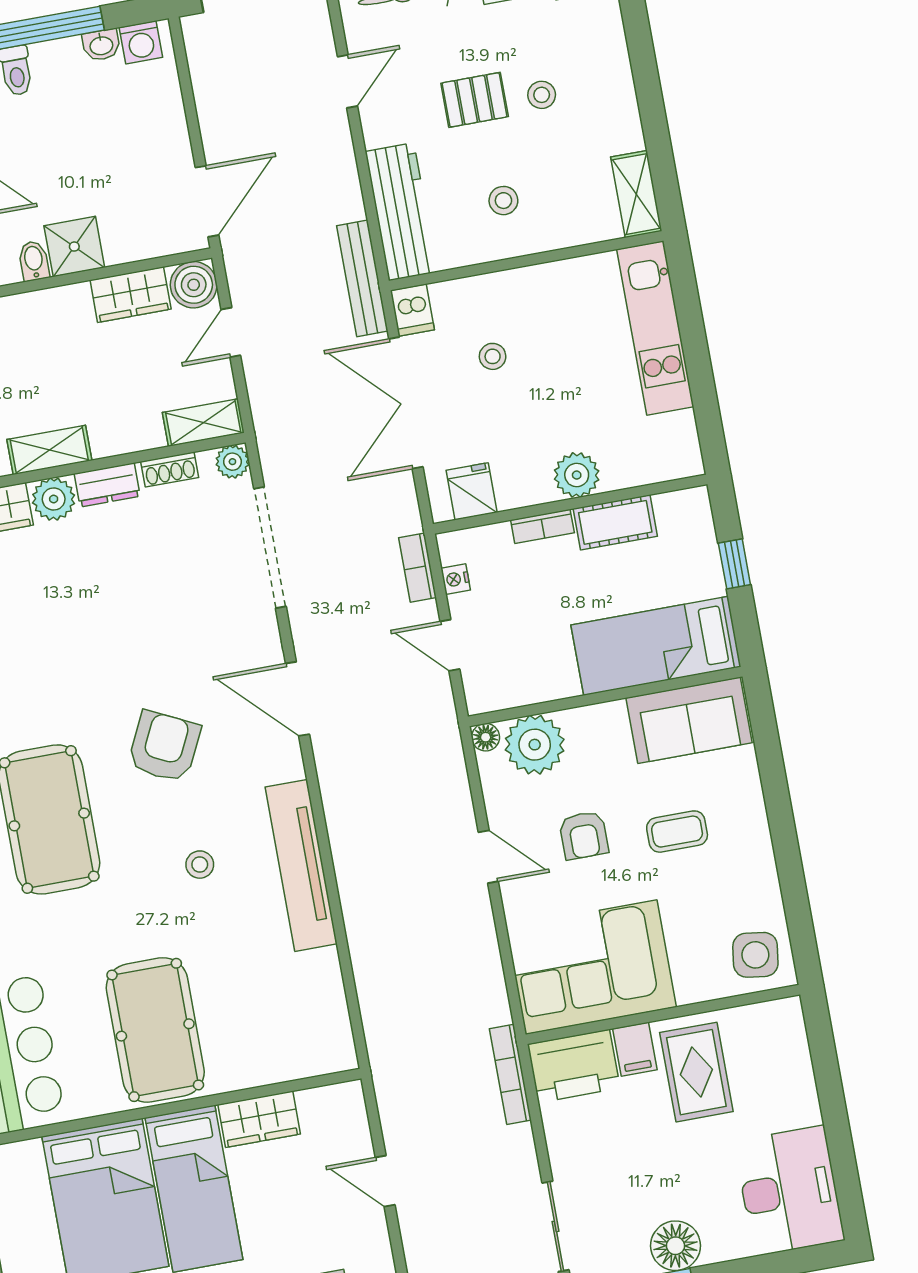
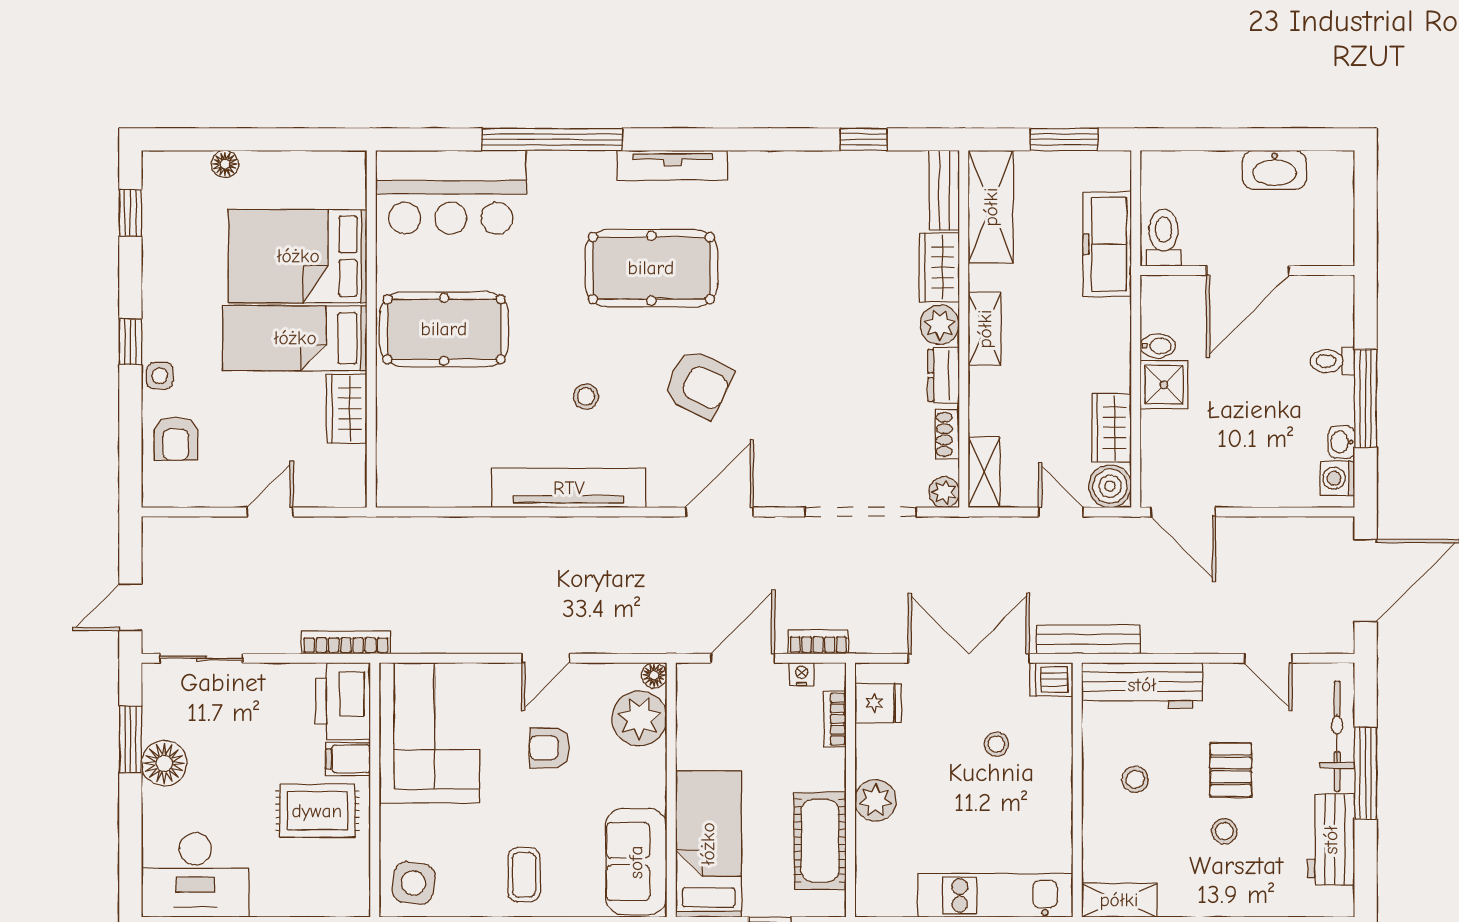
cot: (615, 522) -> (820, 841), width x1.37, depth x1.34
bookcase: (542, 526) -> (835, 719), moved
door: (450, 645) -> (743, 658), width x1.38
coffee table: (677, 832) -> (524, 875), moved

